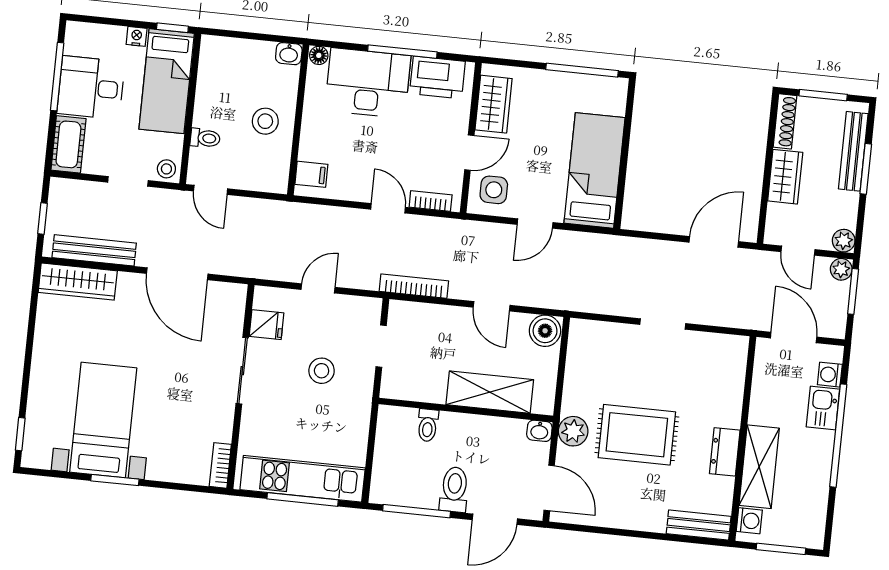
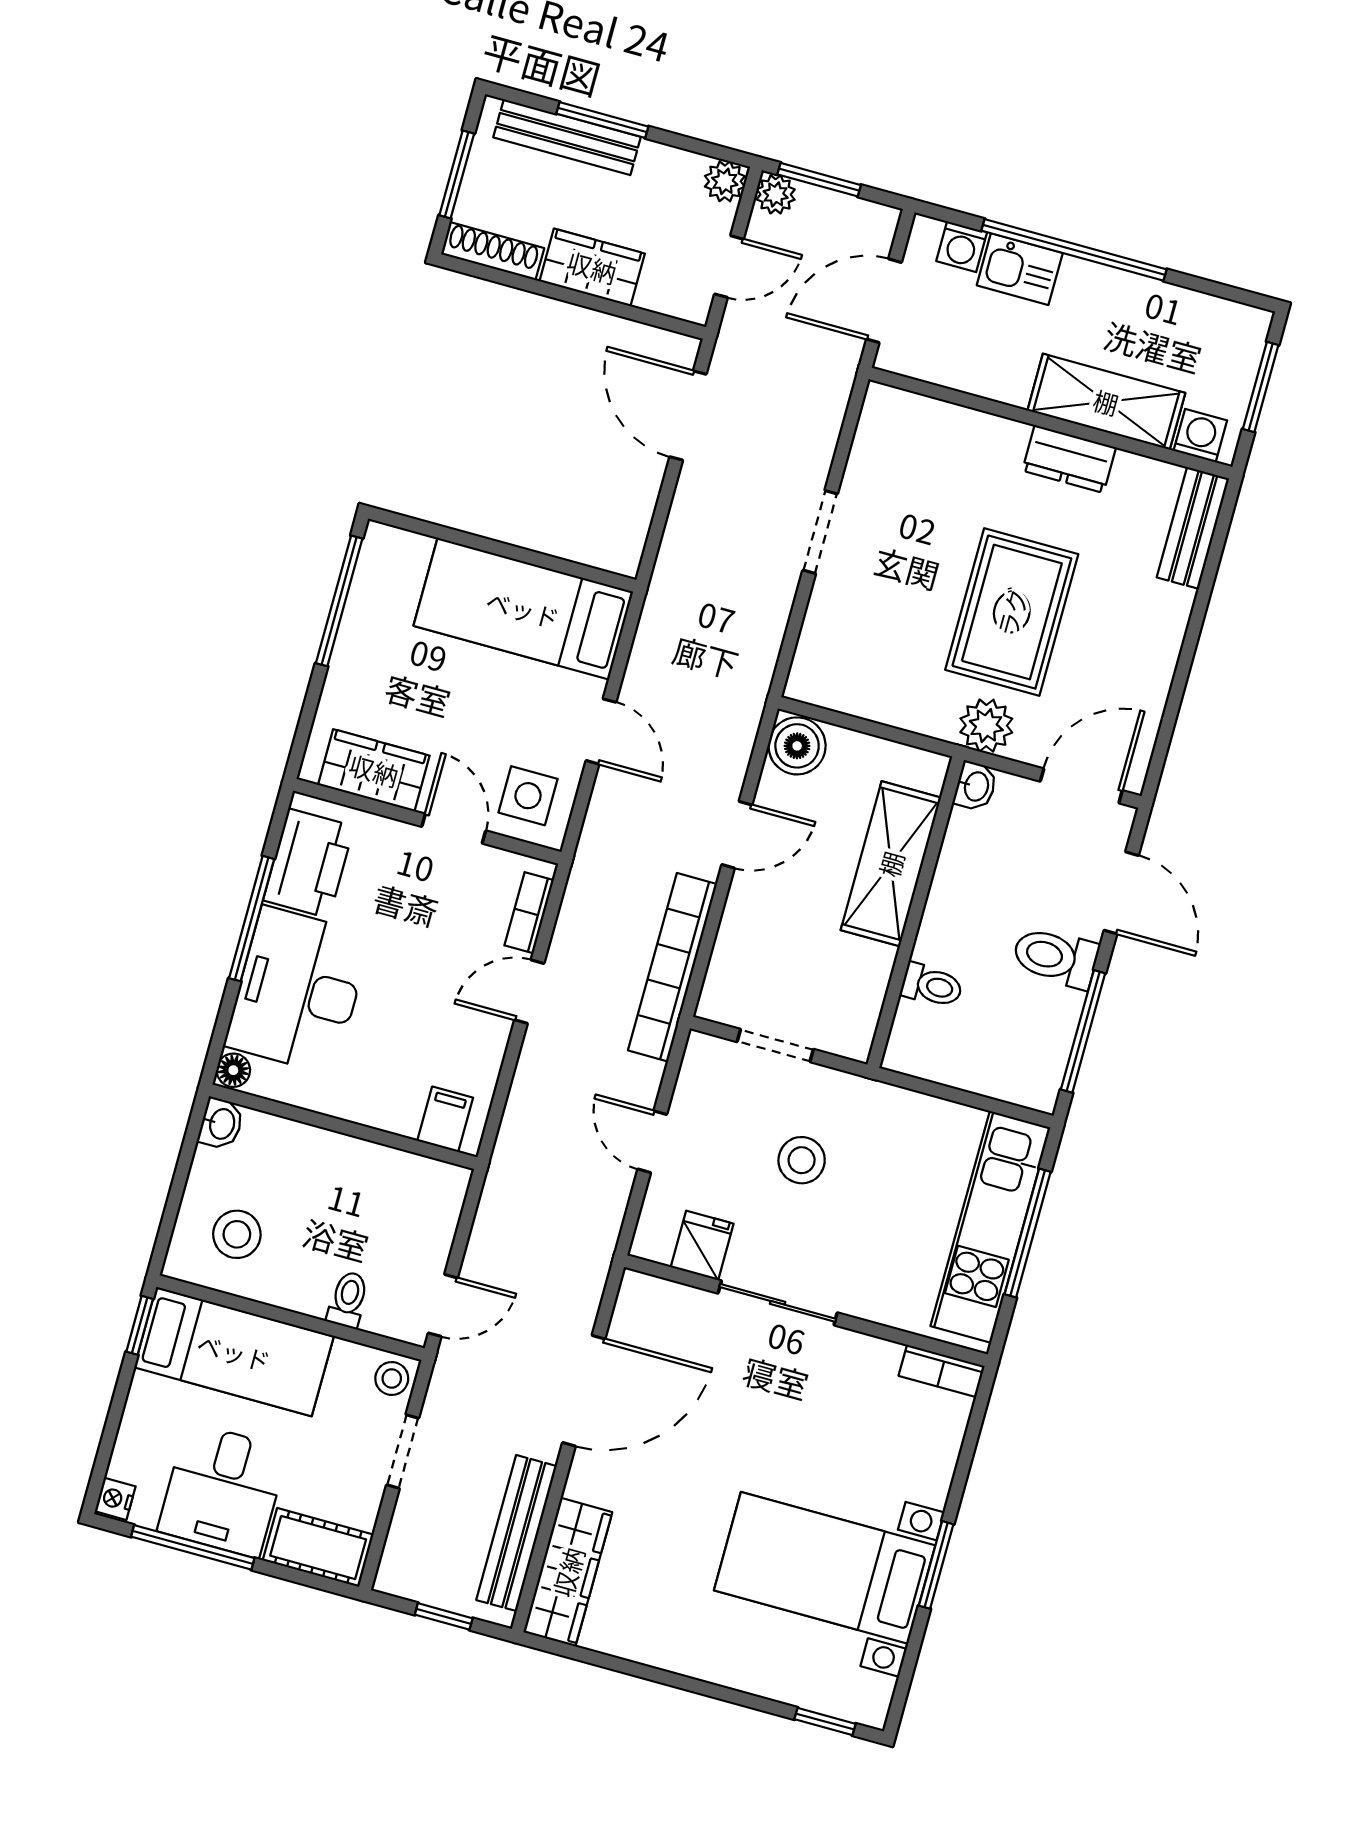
nightstand: (137, 36) -> (115, 1499), moved
stool: (265, 121) -> (237, 1234), moved
bookcase: (414, 286) -> (672, 967), width x1.48, depth x1.31

